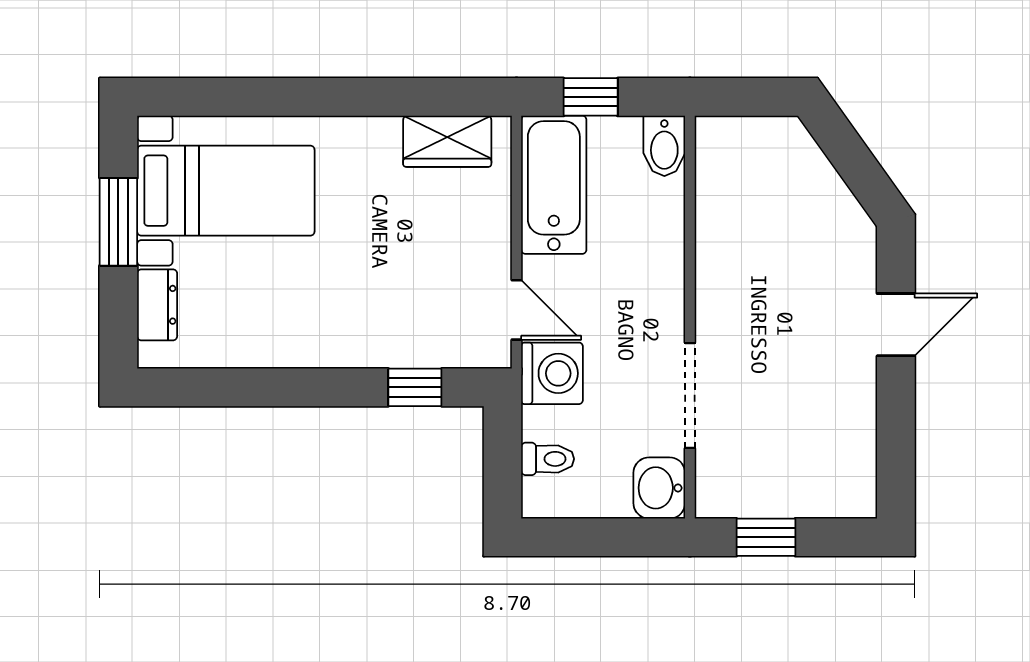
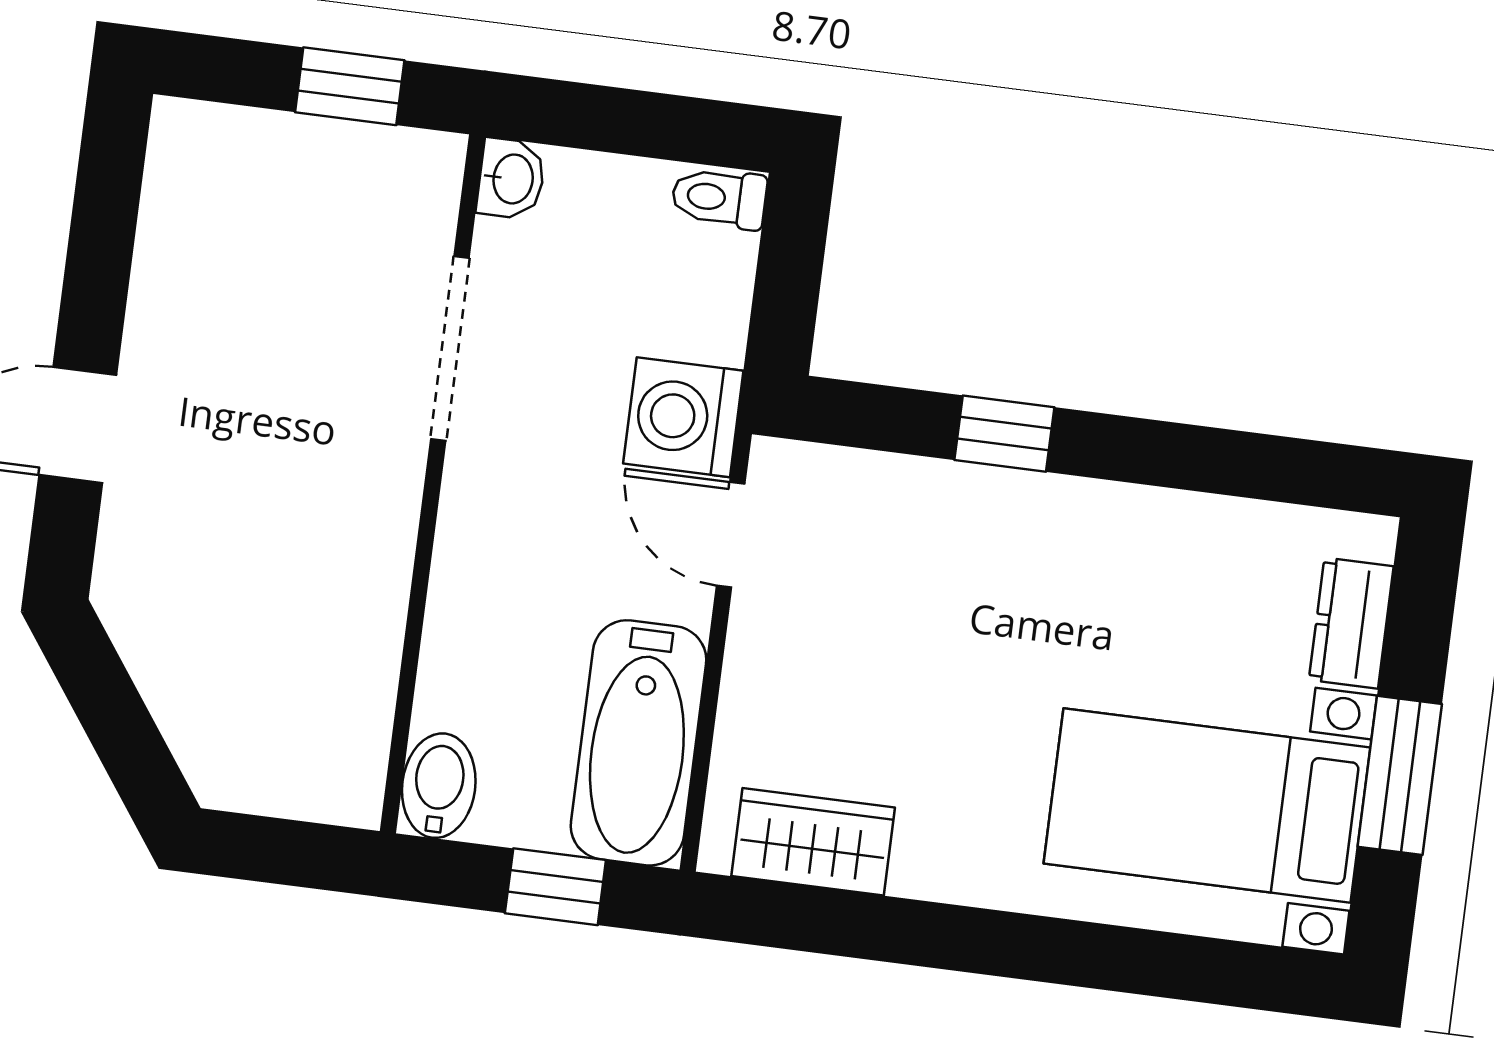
window: (415, 387) -> (1004, 434), moved
toilet: (548, 459) -> (719, 198), moved
washbasin: (659, 488) -> (511, 179), width x0.72, depth x0.69

